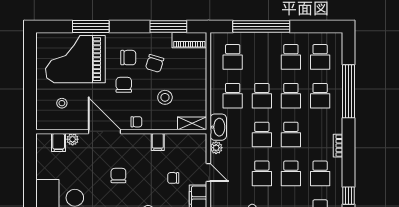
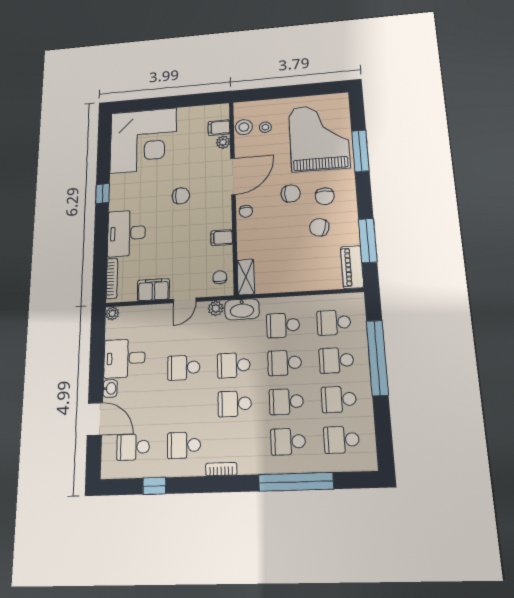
stool: (165, 97) -> (244, 127), moved
school desk: (291, 173) -> (336, 360), moved
chair: (173, 178) -> (220, 277), moved

